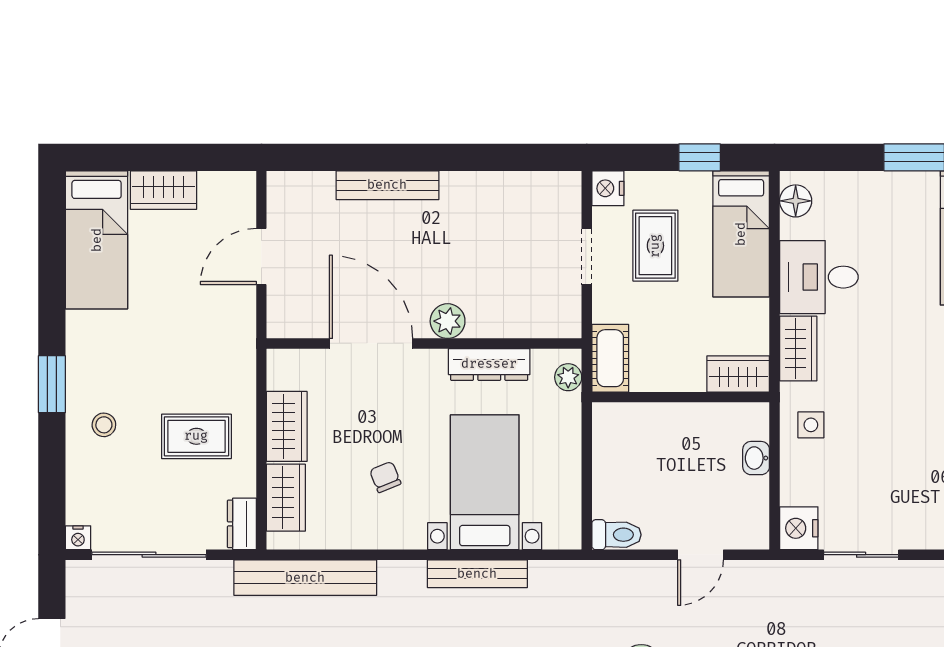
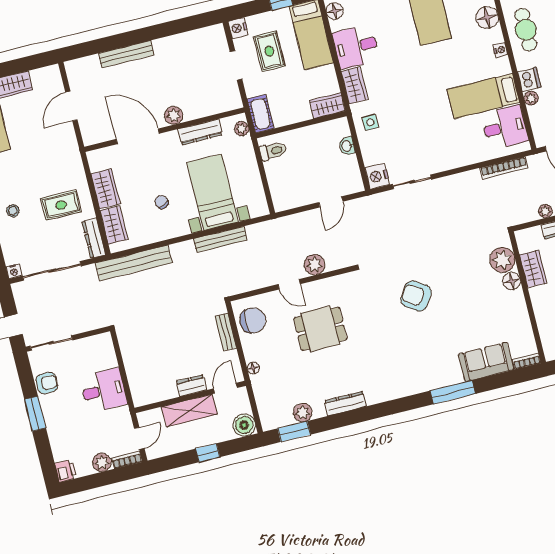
dresser: (242, 524) -> (94, 238), width x1.44
toilet: (616, 535) -> (273, 151), moved

